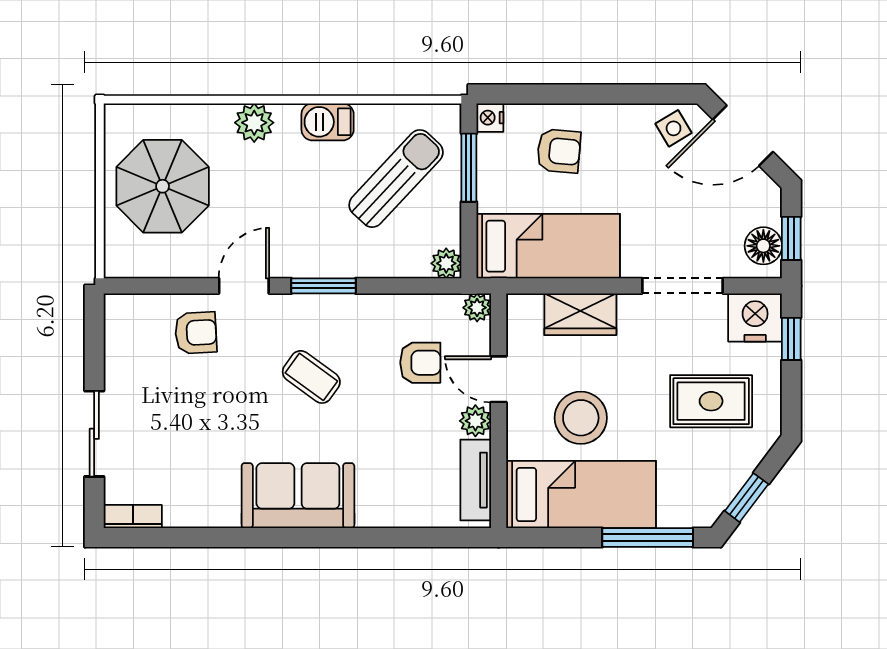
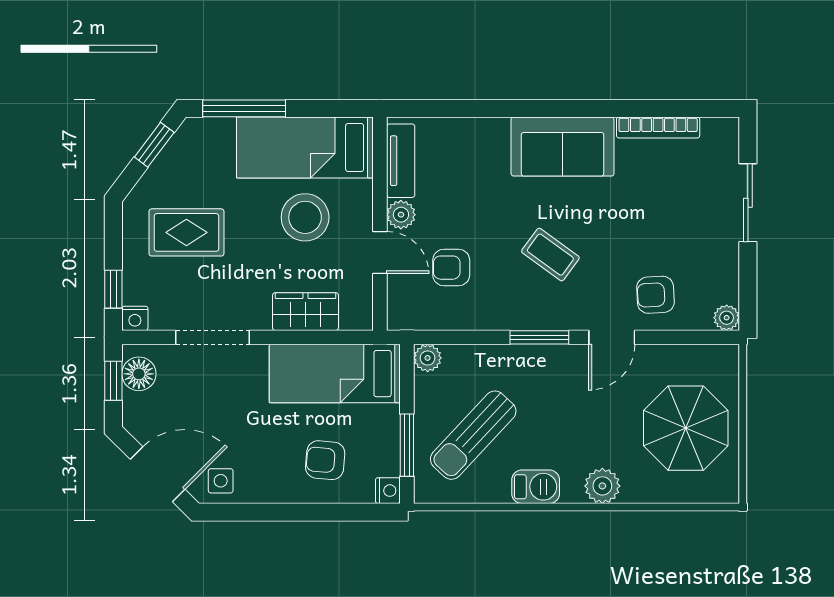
side table: (674, 128) -> (221, 481), turned 31
plant: (477, 308) -> (727, 318), moved
nightstand: (755, 318) -> (135, 318), width x0.53, depth x0.56
bookcase: (133, 517) -> (658, 127), moved, width x1.56

